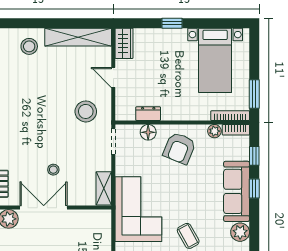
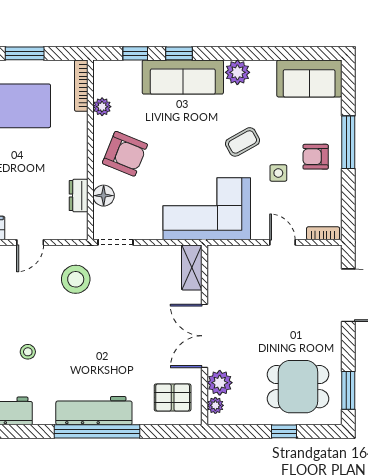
window: (254, 94) -> (25, 53), moved
bookcase: (236, 130) -> (100, 78), removed
stool: (53, 170) -> (28, 352), moved
shelving: (104, 188) -> (192, 268), moved, turned 90

